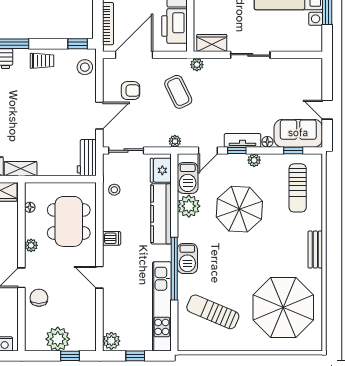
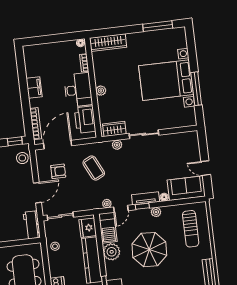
plant: (197, 65) -> (117, 145), moved
plant: (175, 141) -> (107, 204), moved
window: (293, 150) -> (184, 201), removed

